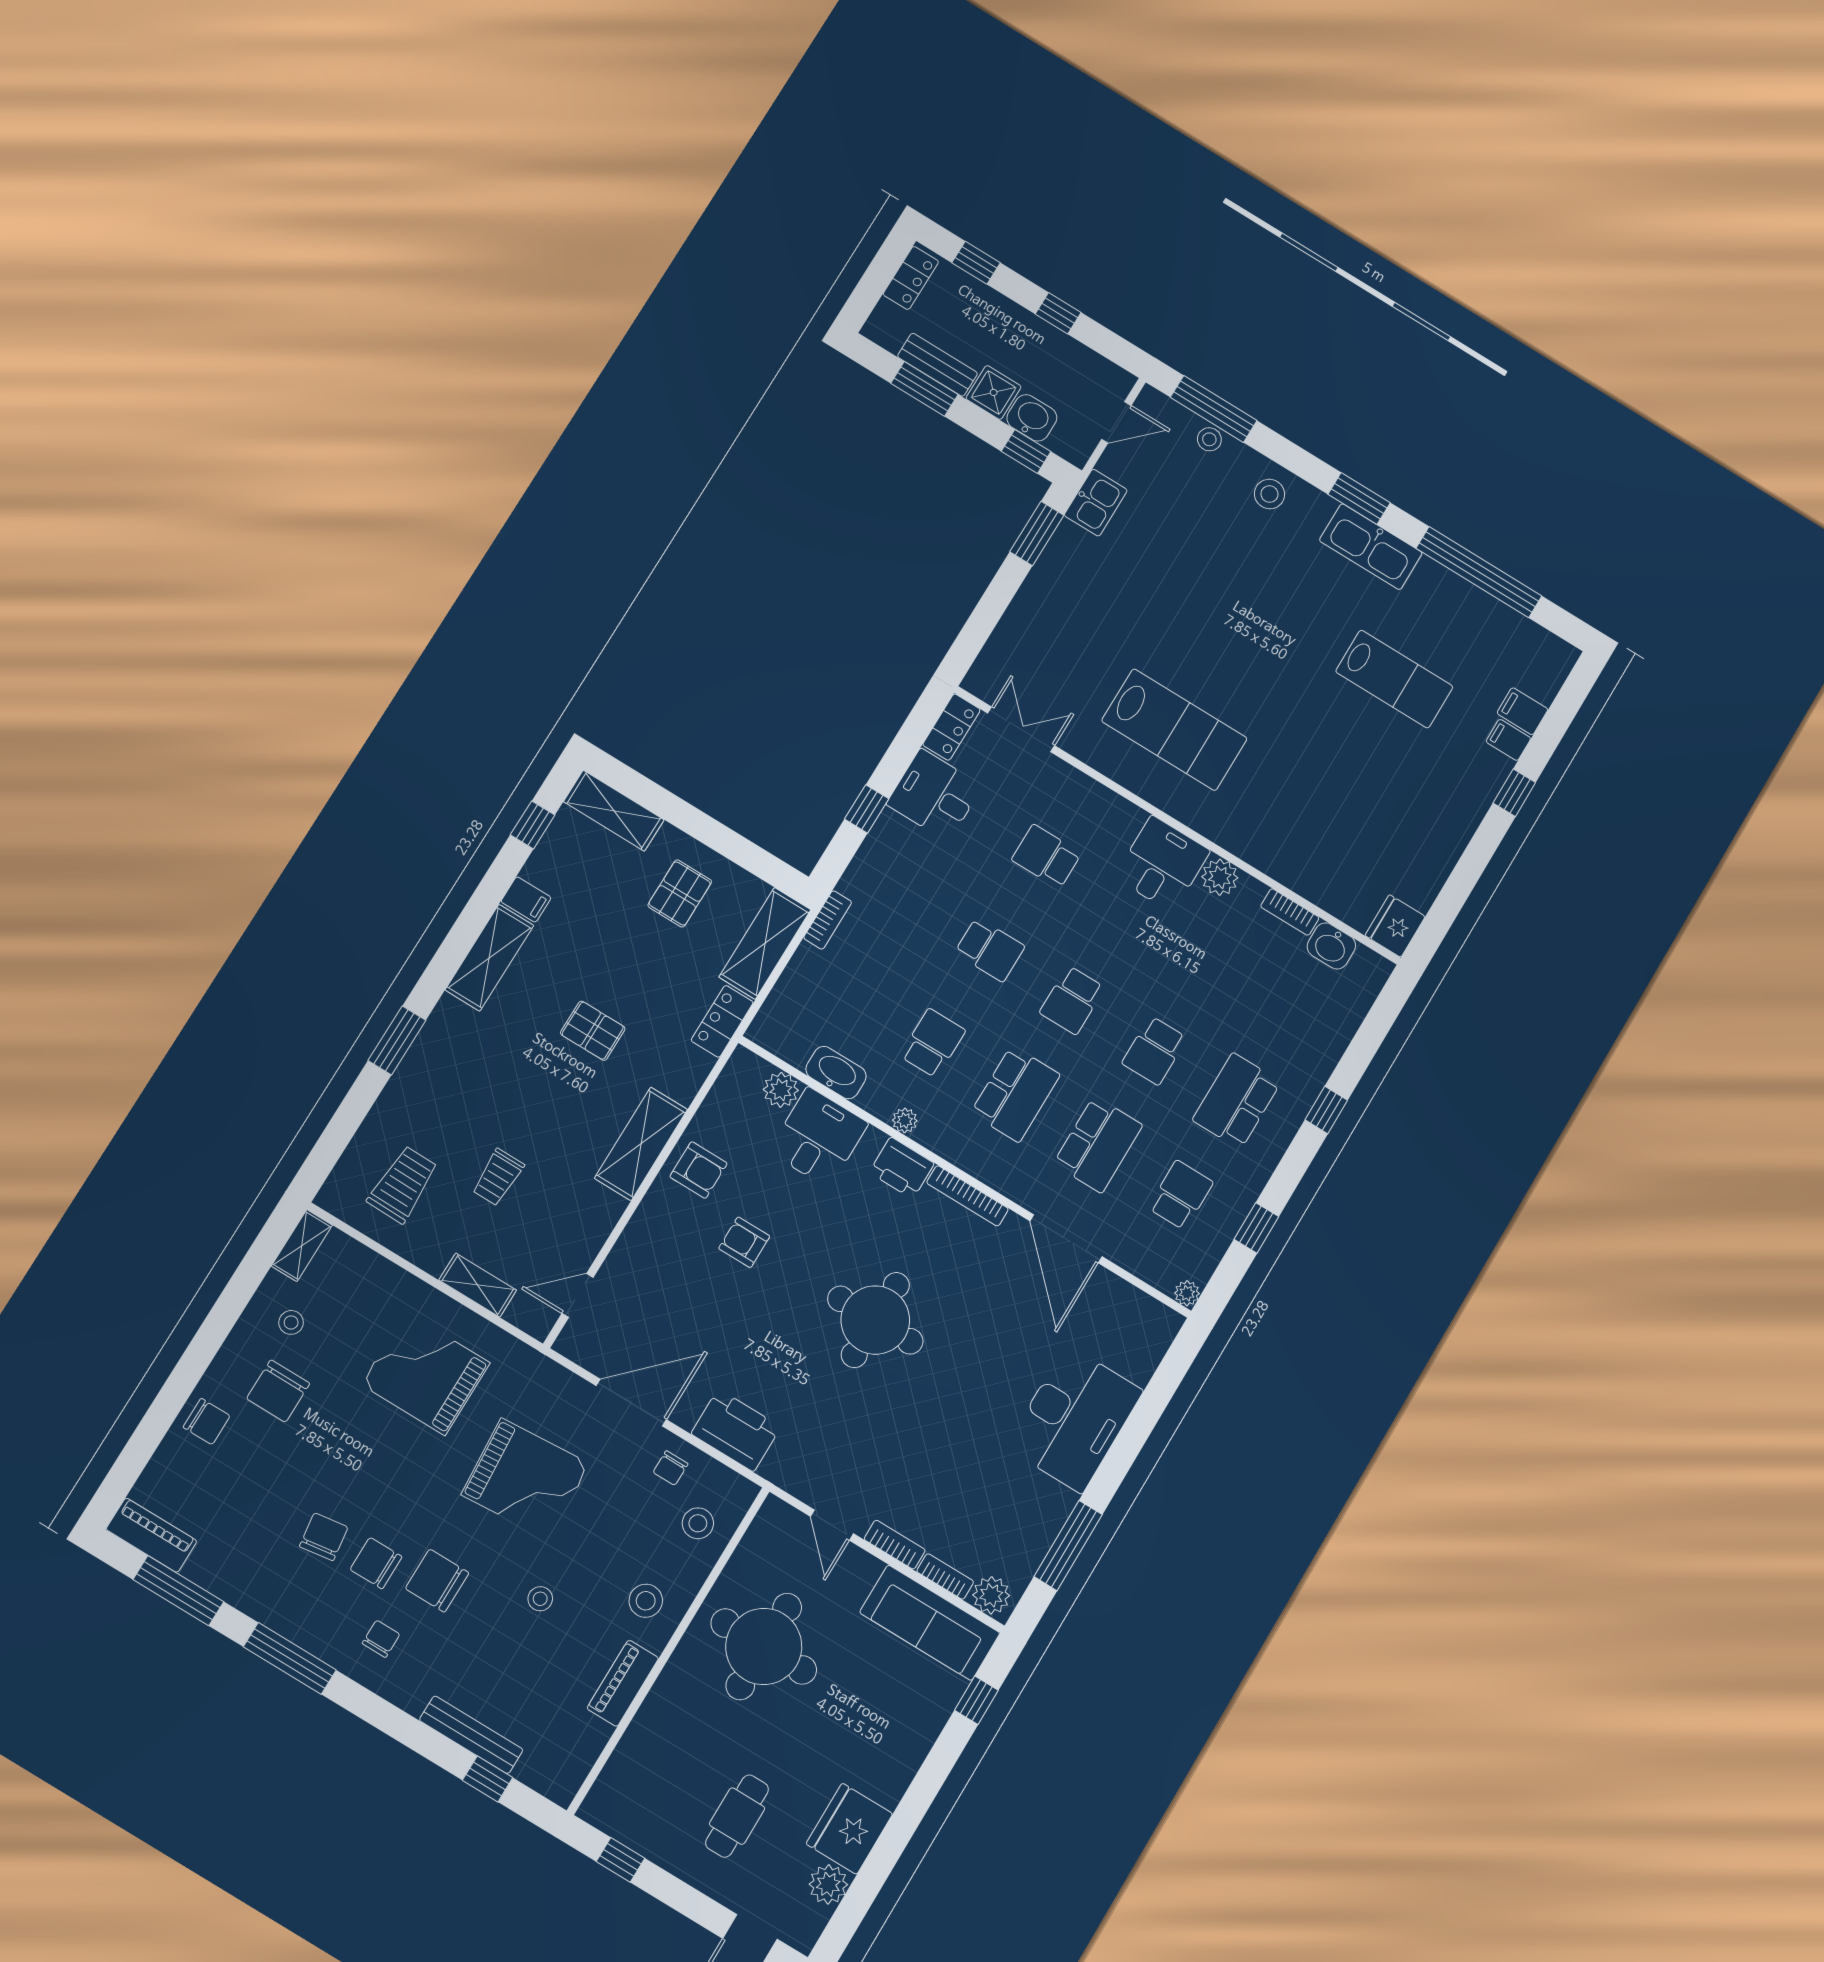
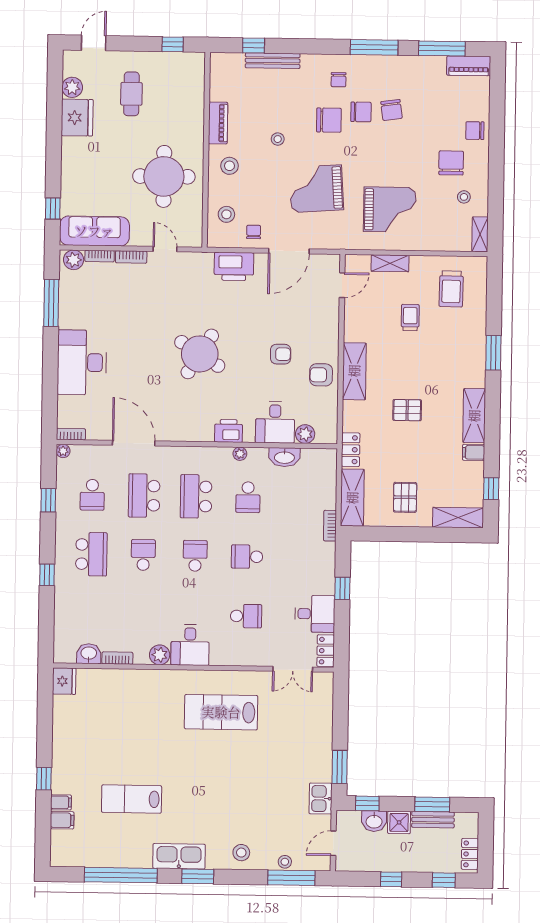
bookcase: (967, 1196) -> (71, 434), moved, width x0.64
round table: (875, 1320) -> (200, 354), turned 32

